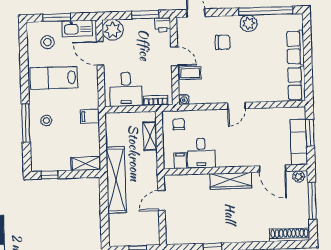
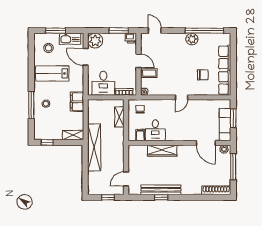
chair: (223, 42) -> (203, 75), moved
filing cabinet: (90, 116) -> (77, 102), width x2.00
wardrobe: (231, 181) -> (162, 151), moved
door: (161, 200) -> (126, 179), moved
bench: (211, 236) -> (161, 190), added

